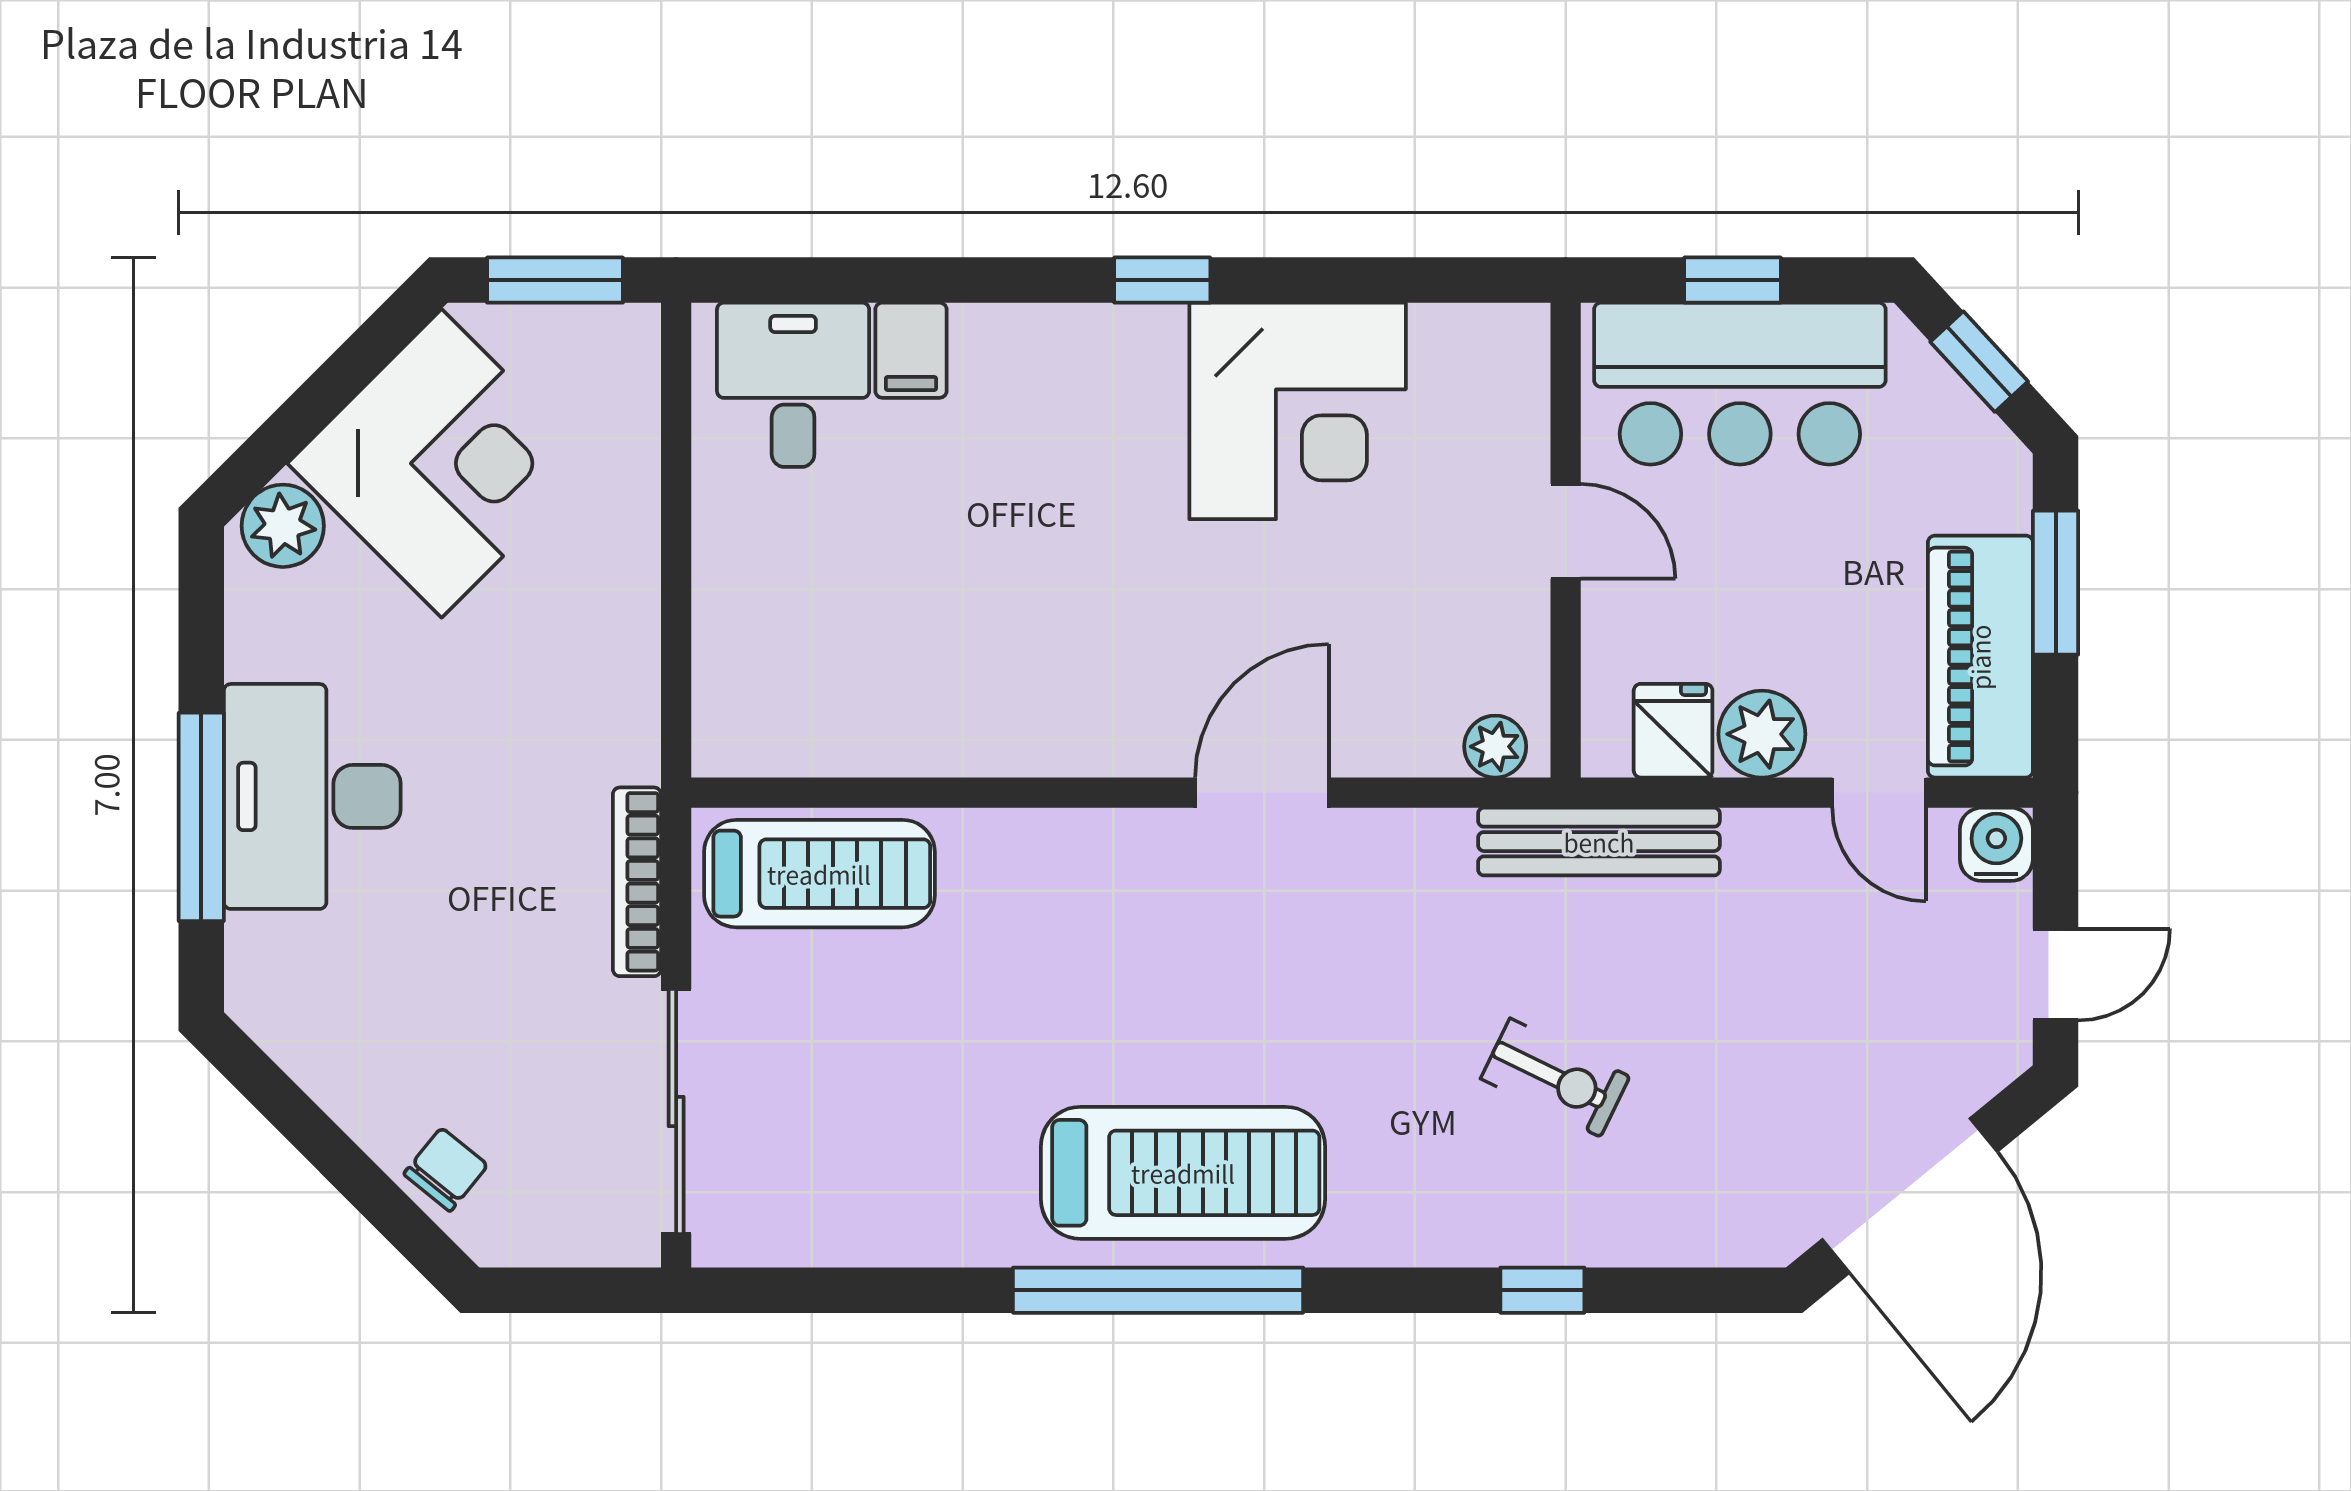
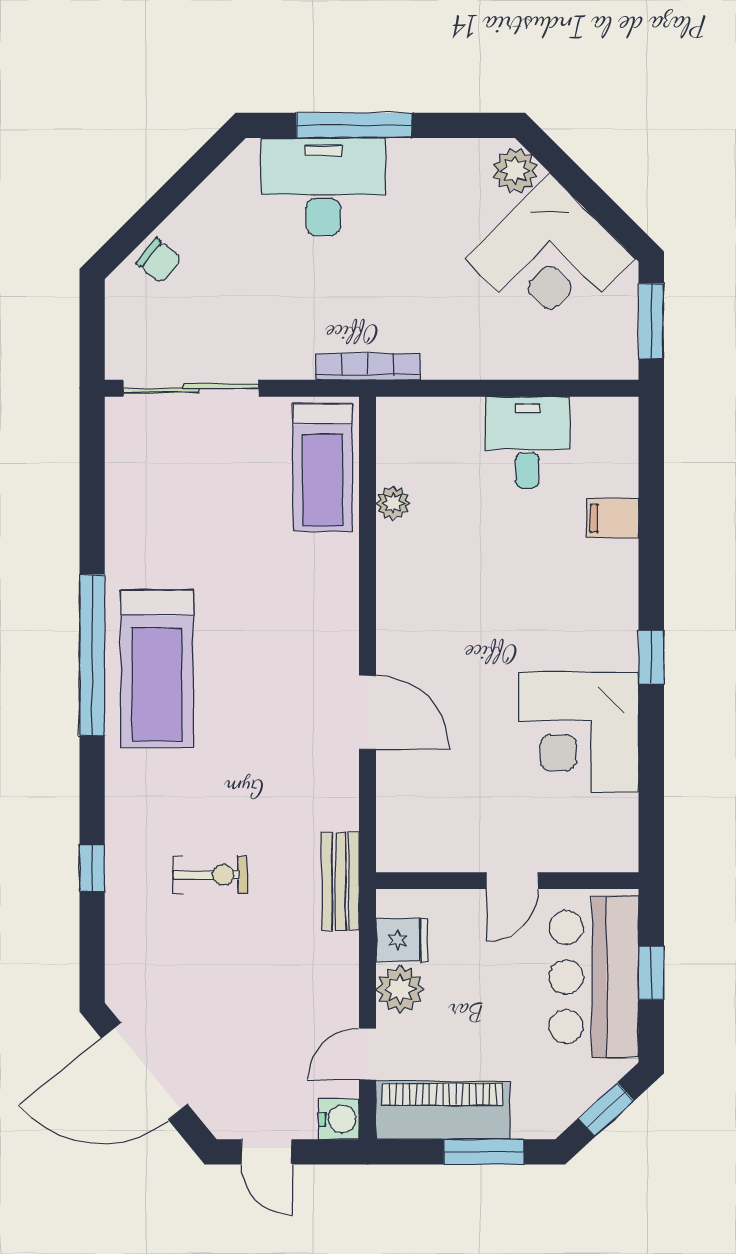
desk: (793, 385) -> (527, 442), moved, turned -90
plant: (1495, 747) -> (393, 503), moved
desk: (312, 796) -> (323, 187), moved
bench: (1599, 842) -> (340, 881), width x0.73
bookcase: (637, 882) -> (368, 366), moved
exercise bike: (1555, 1078) -> (210, 875), turned -116

